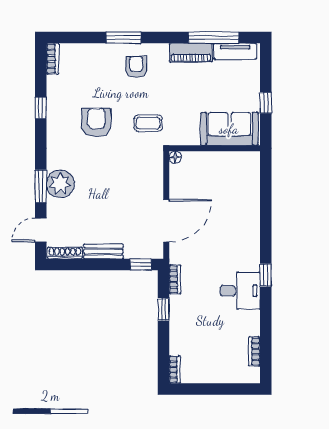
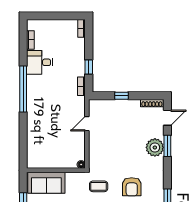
door: (166, 221) -> (87, 124), width x0.53
bench: (103, 251) -> (127, 104), removed
window: (141, 264) -> (122, 96), moved
window: (266, 275) -> (23, 89), width x3.17
desk: (240, 291) -> (40, 62), moved

